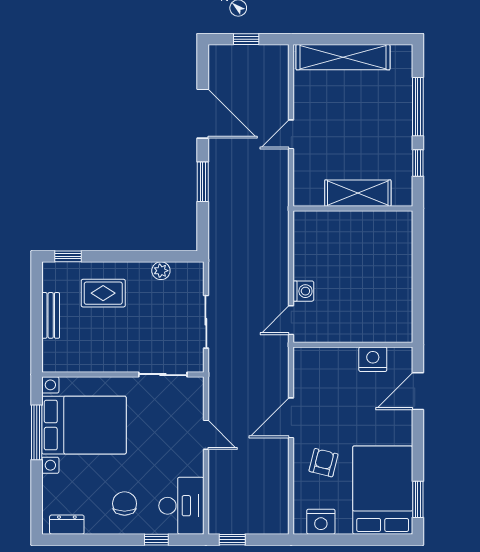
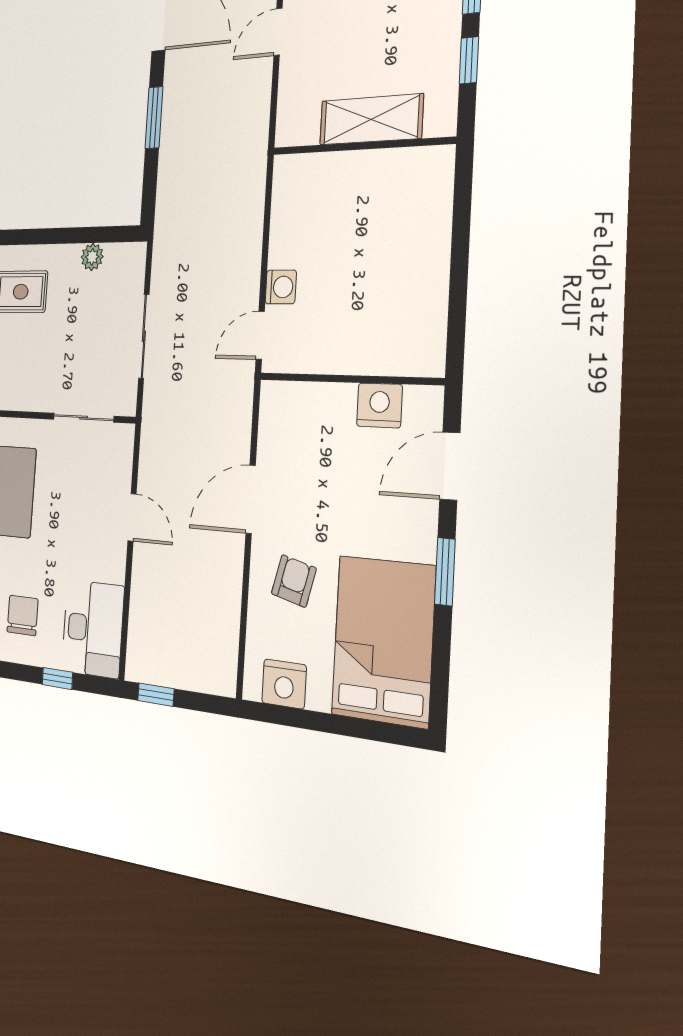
window: (418, 499) -> (445, 572), moved

